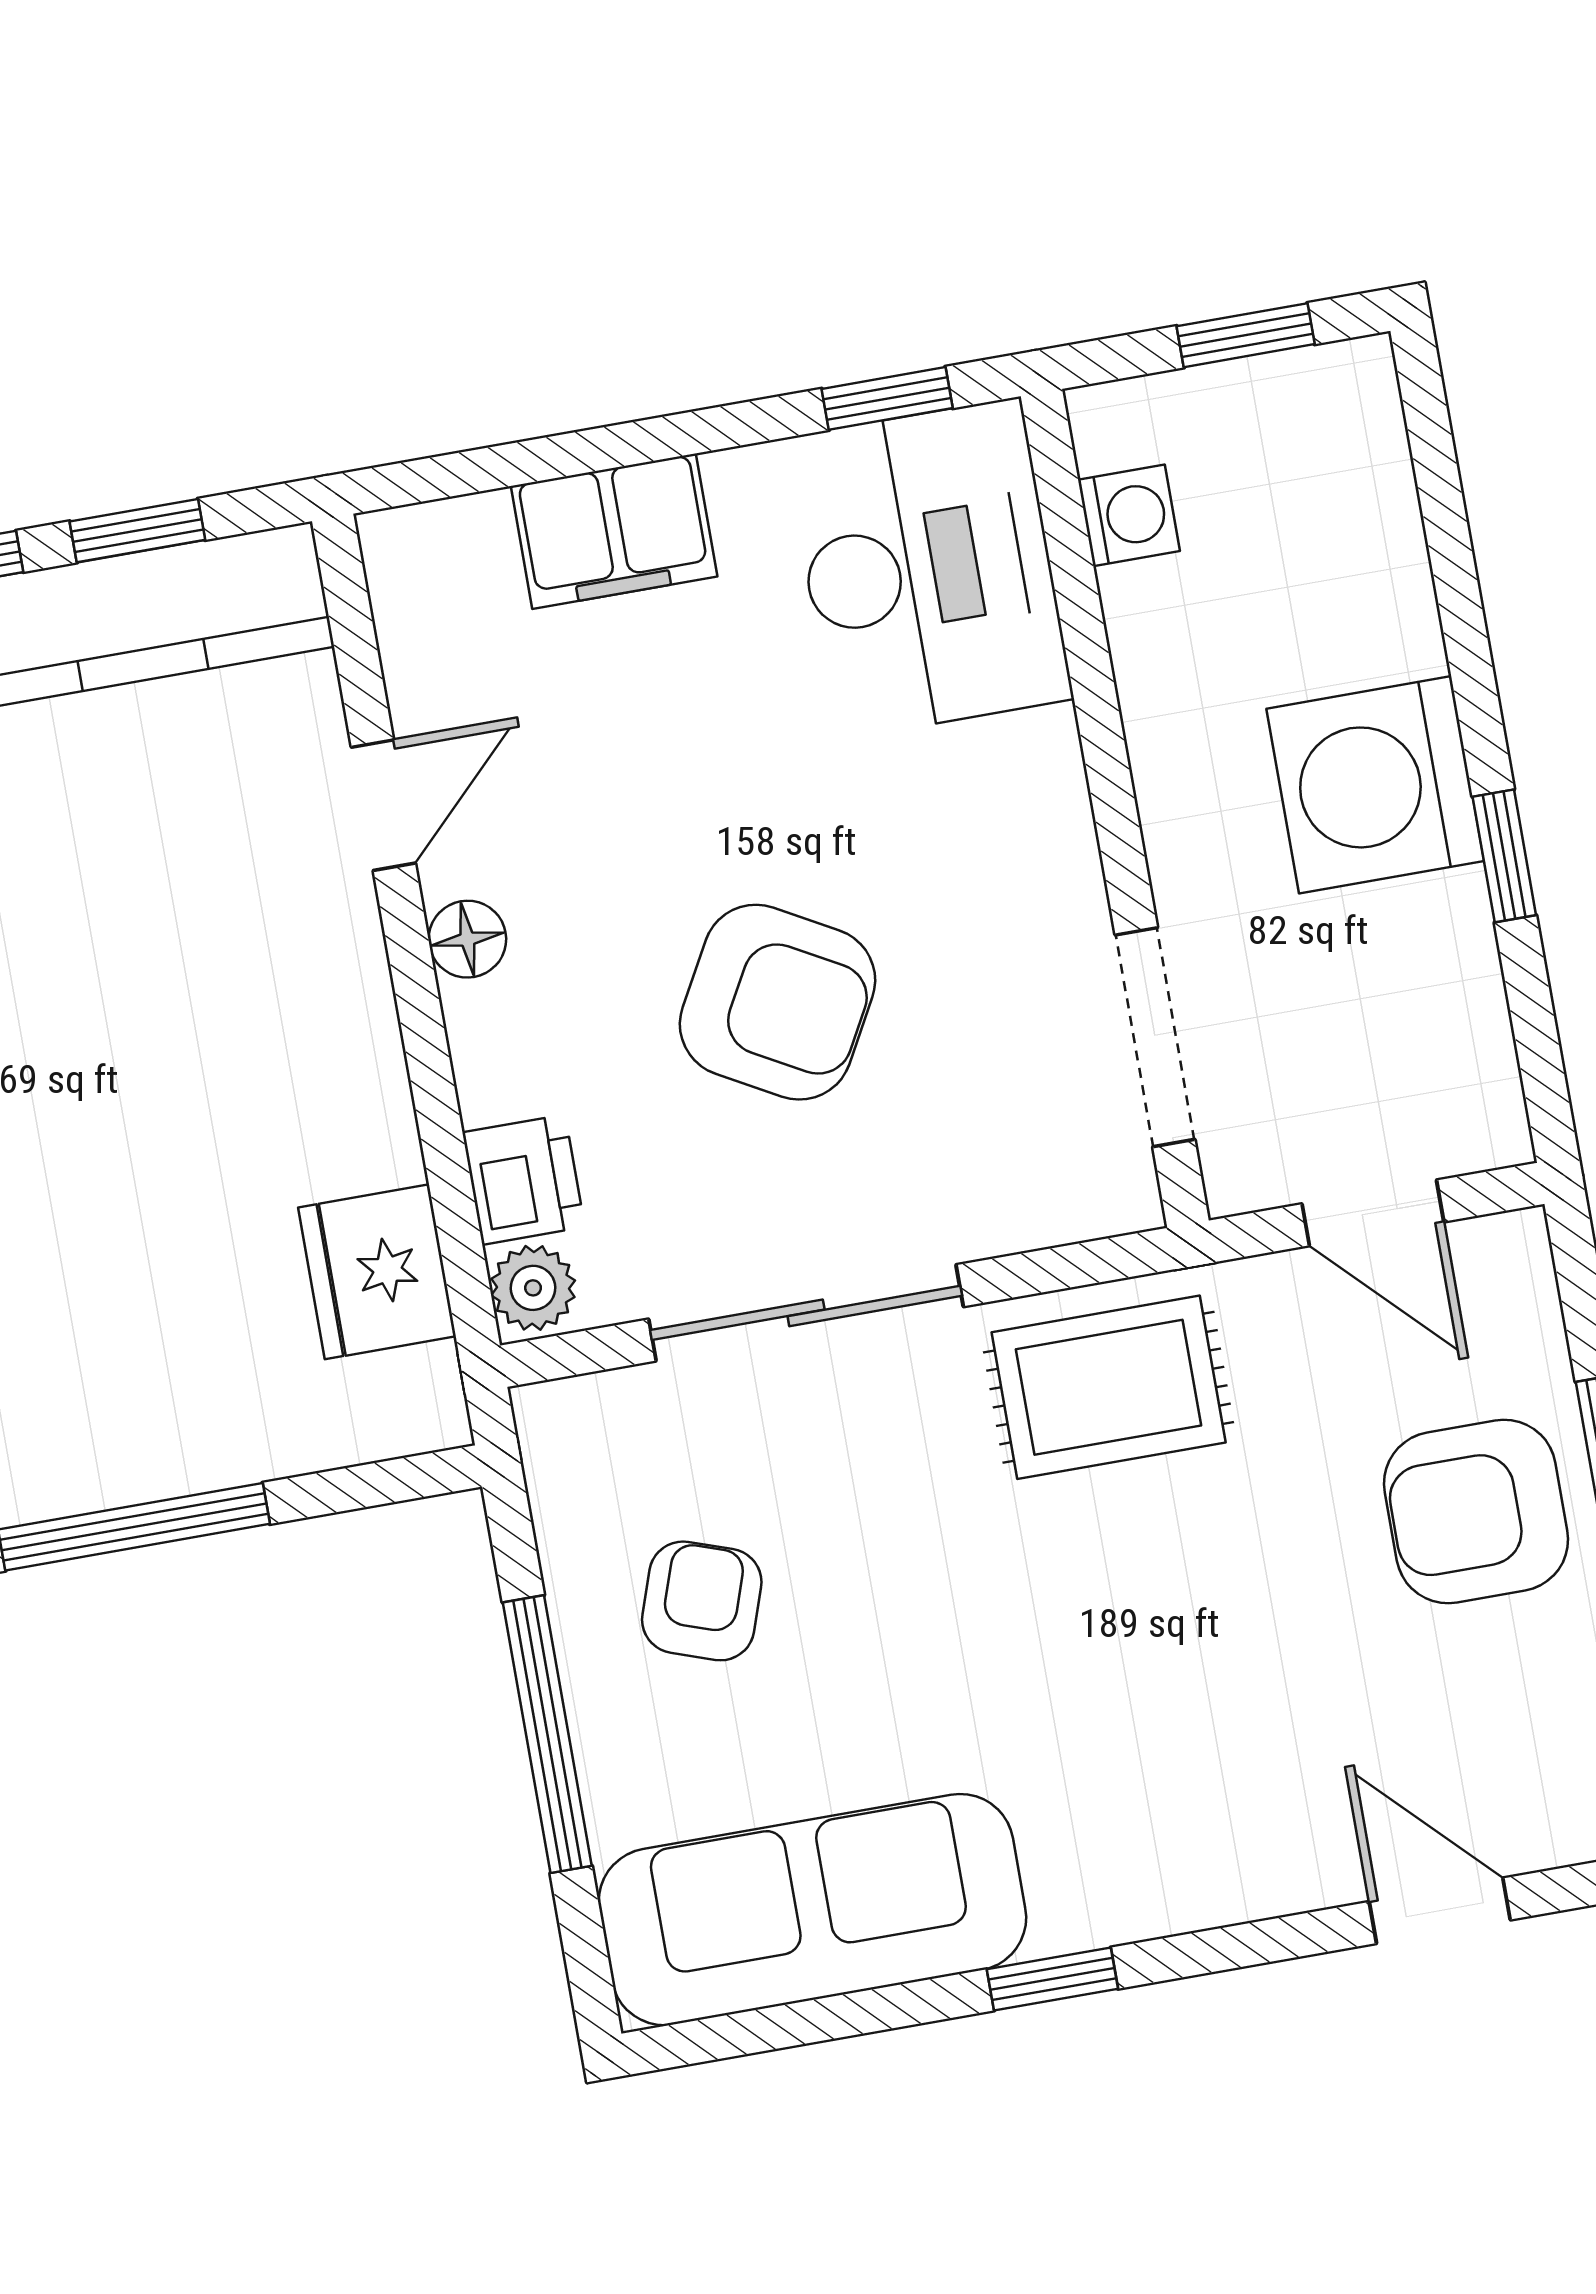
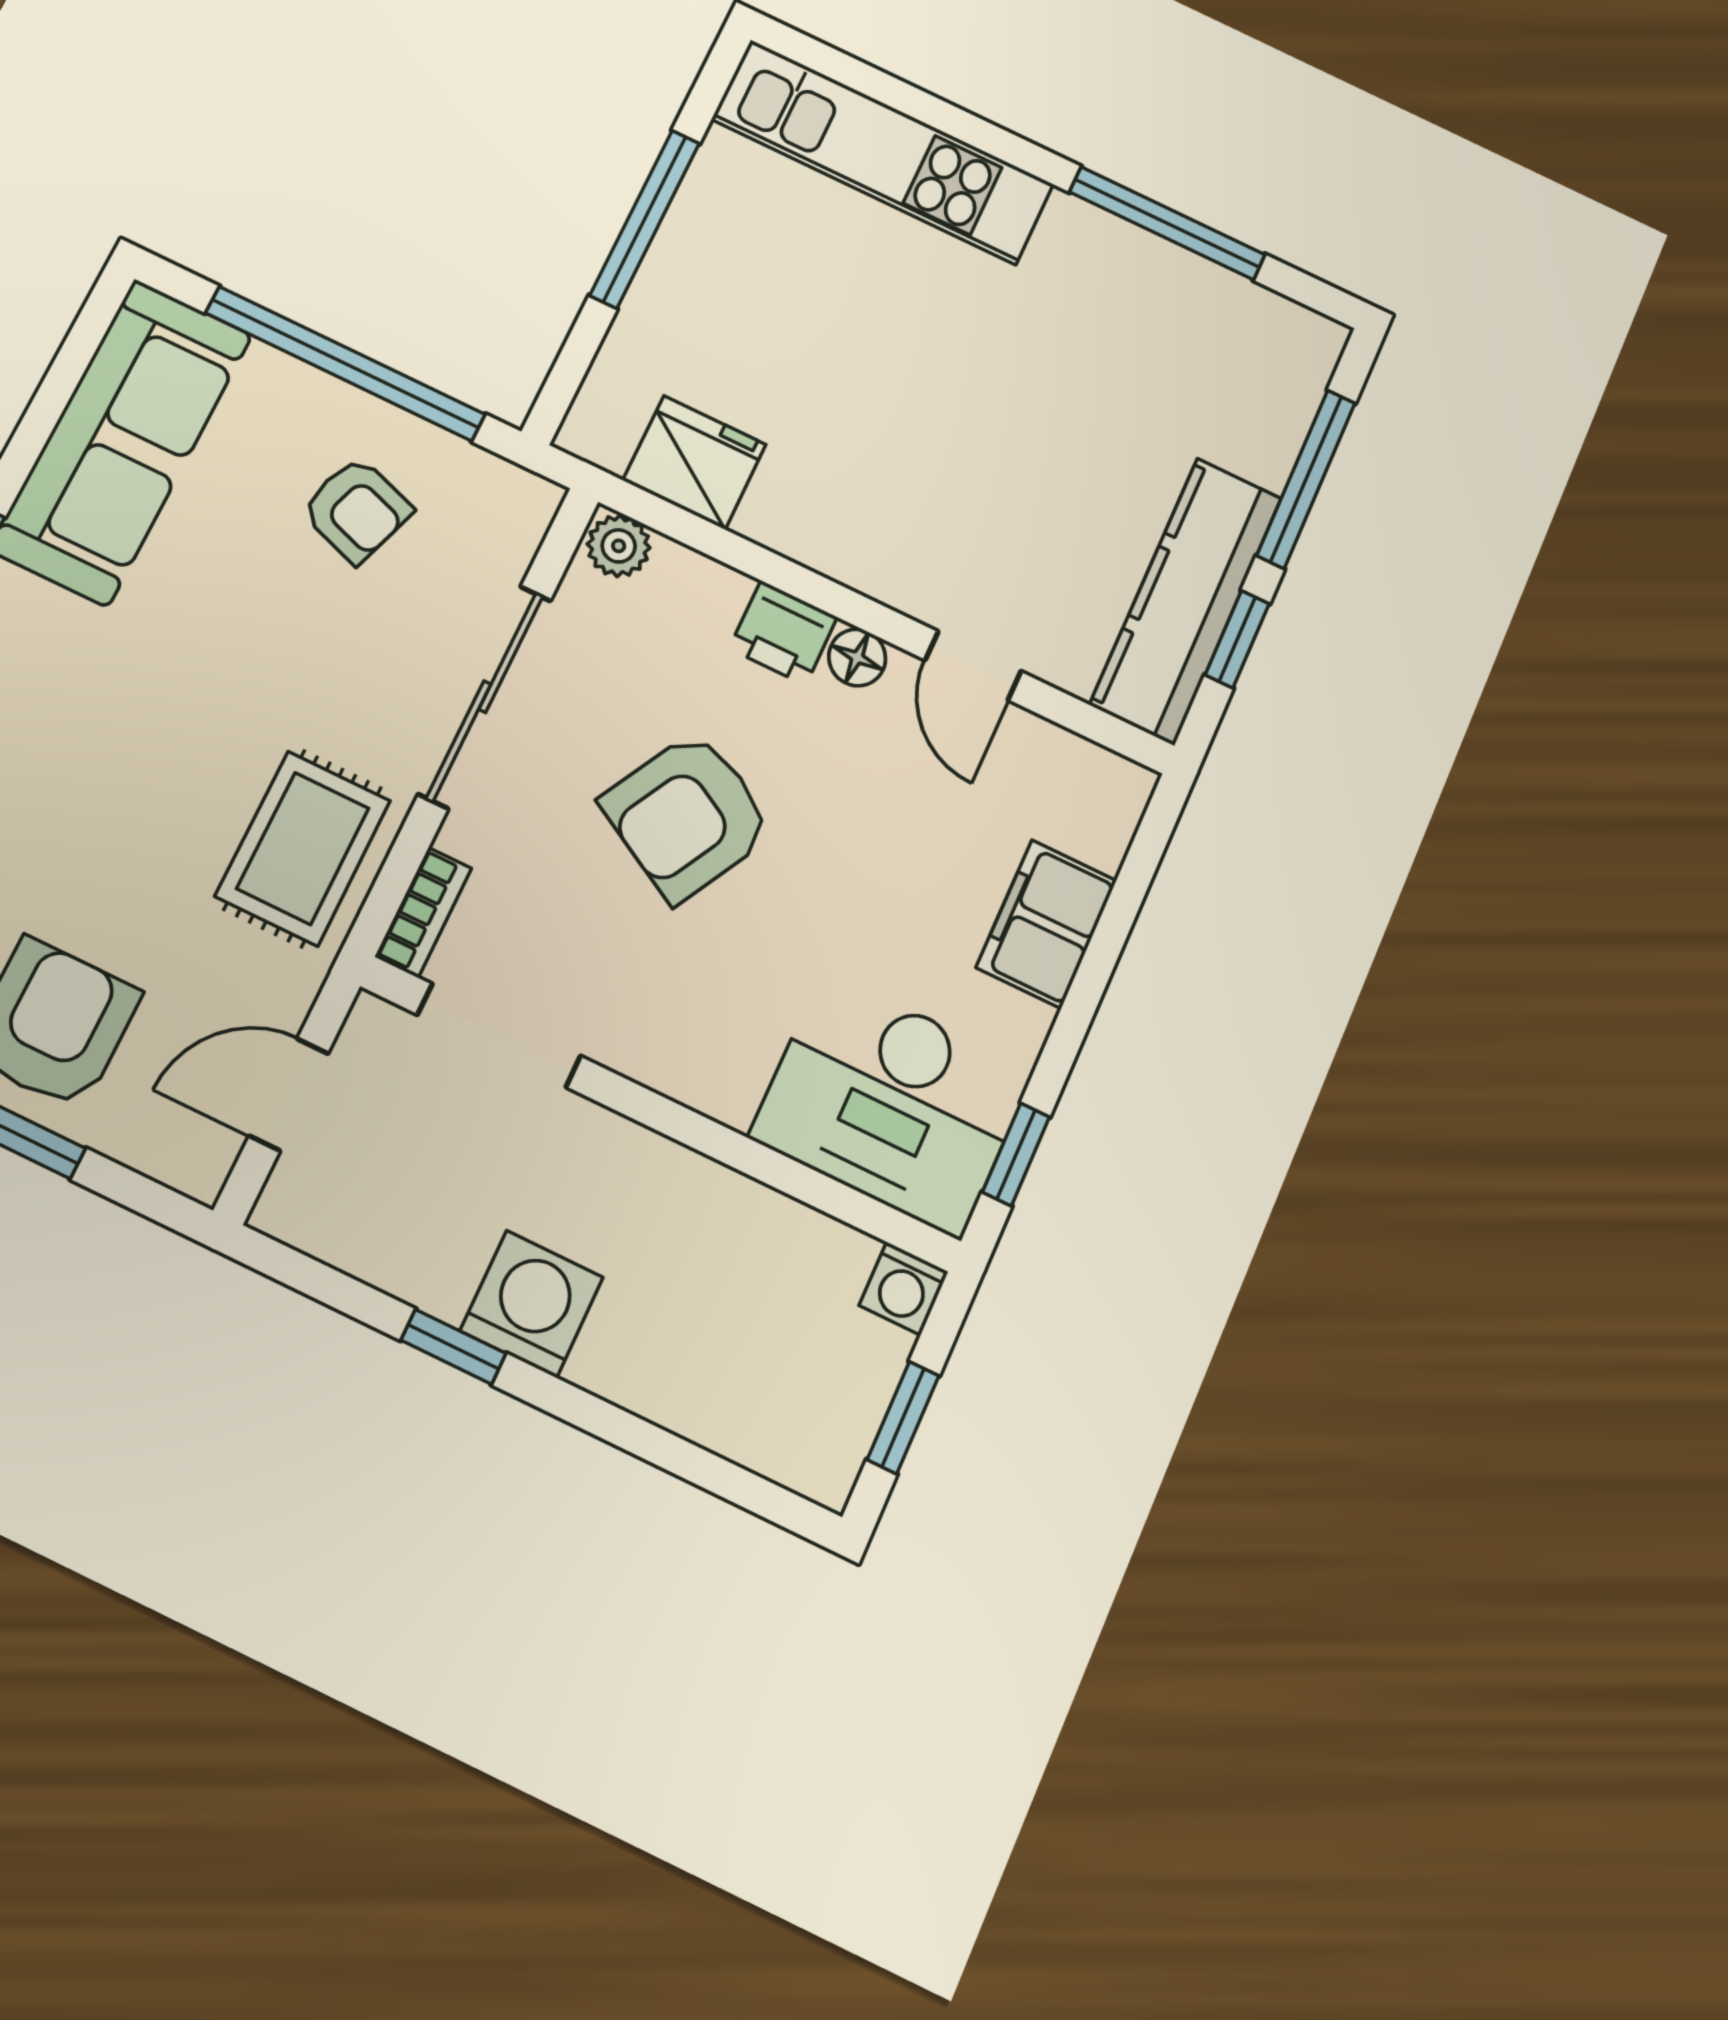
washing machine: (1129, 515) -> (904, 1288), moved
washing machine: (1375, 785) -> (532, 1304), width x0.73, depth x0.73
printer: (523, 1180) -> (783, 633), moved
bookcase: (1084, 1211) -> (423, 912), added
window: (547, 1734) -> (345, 364), width x1.46

